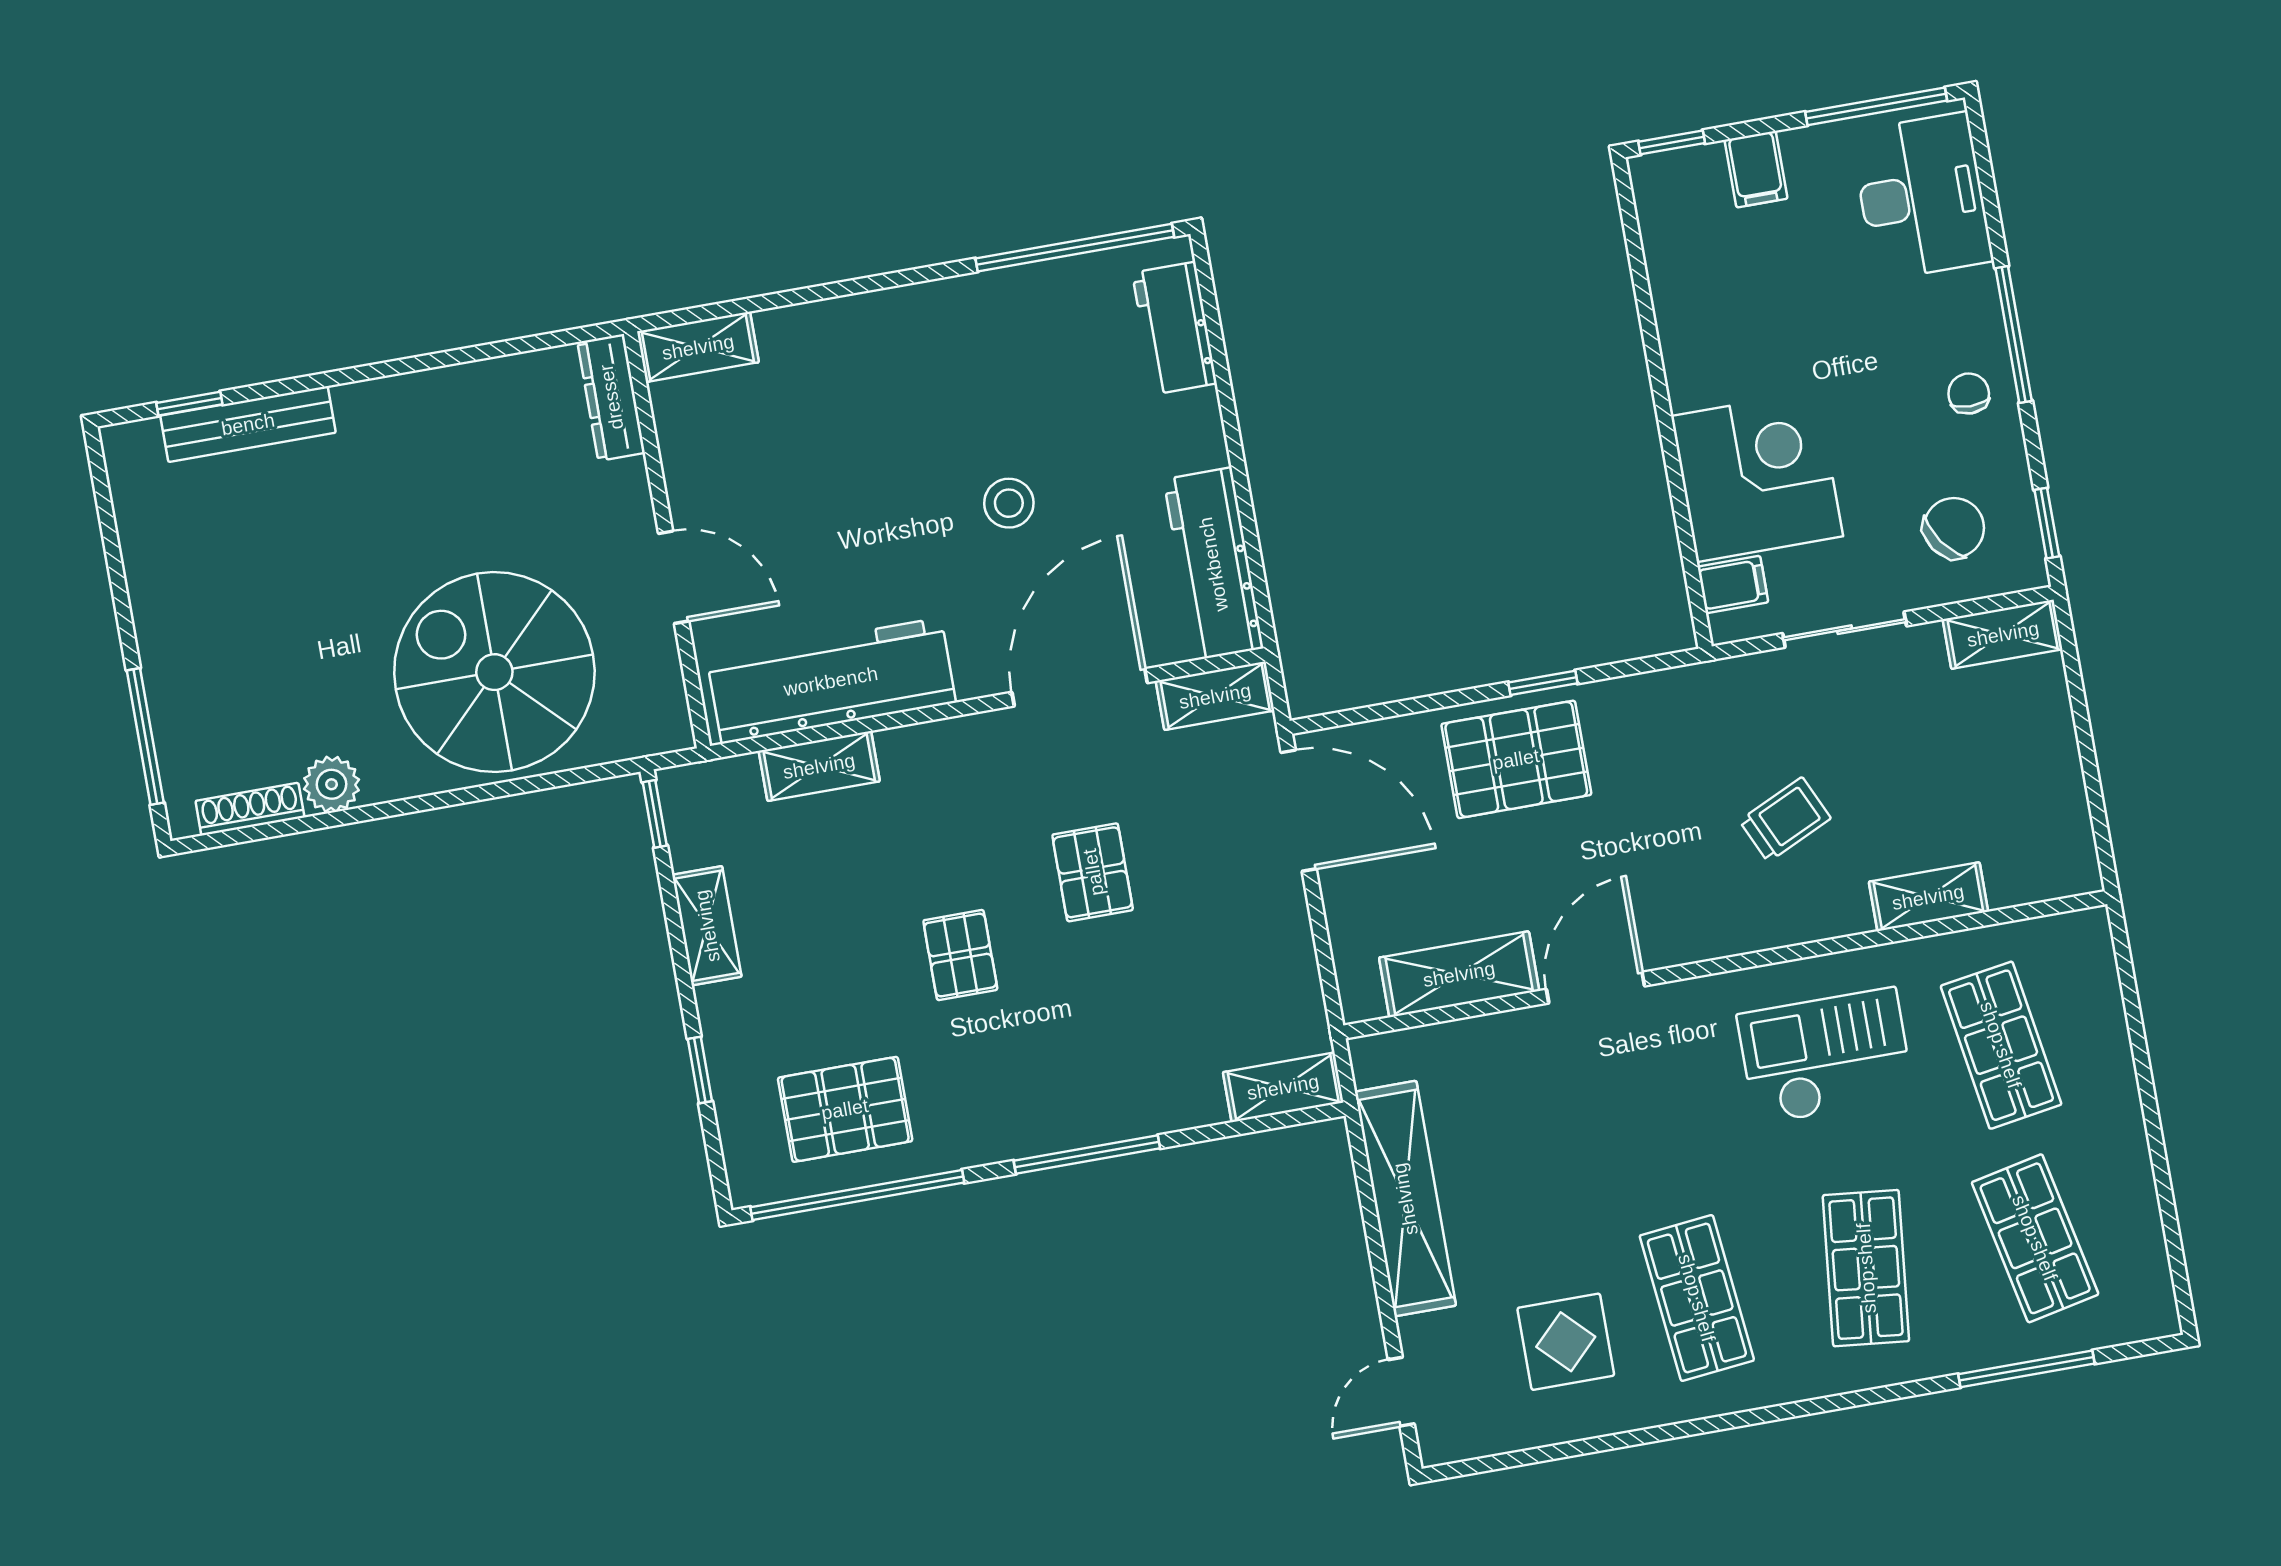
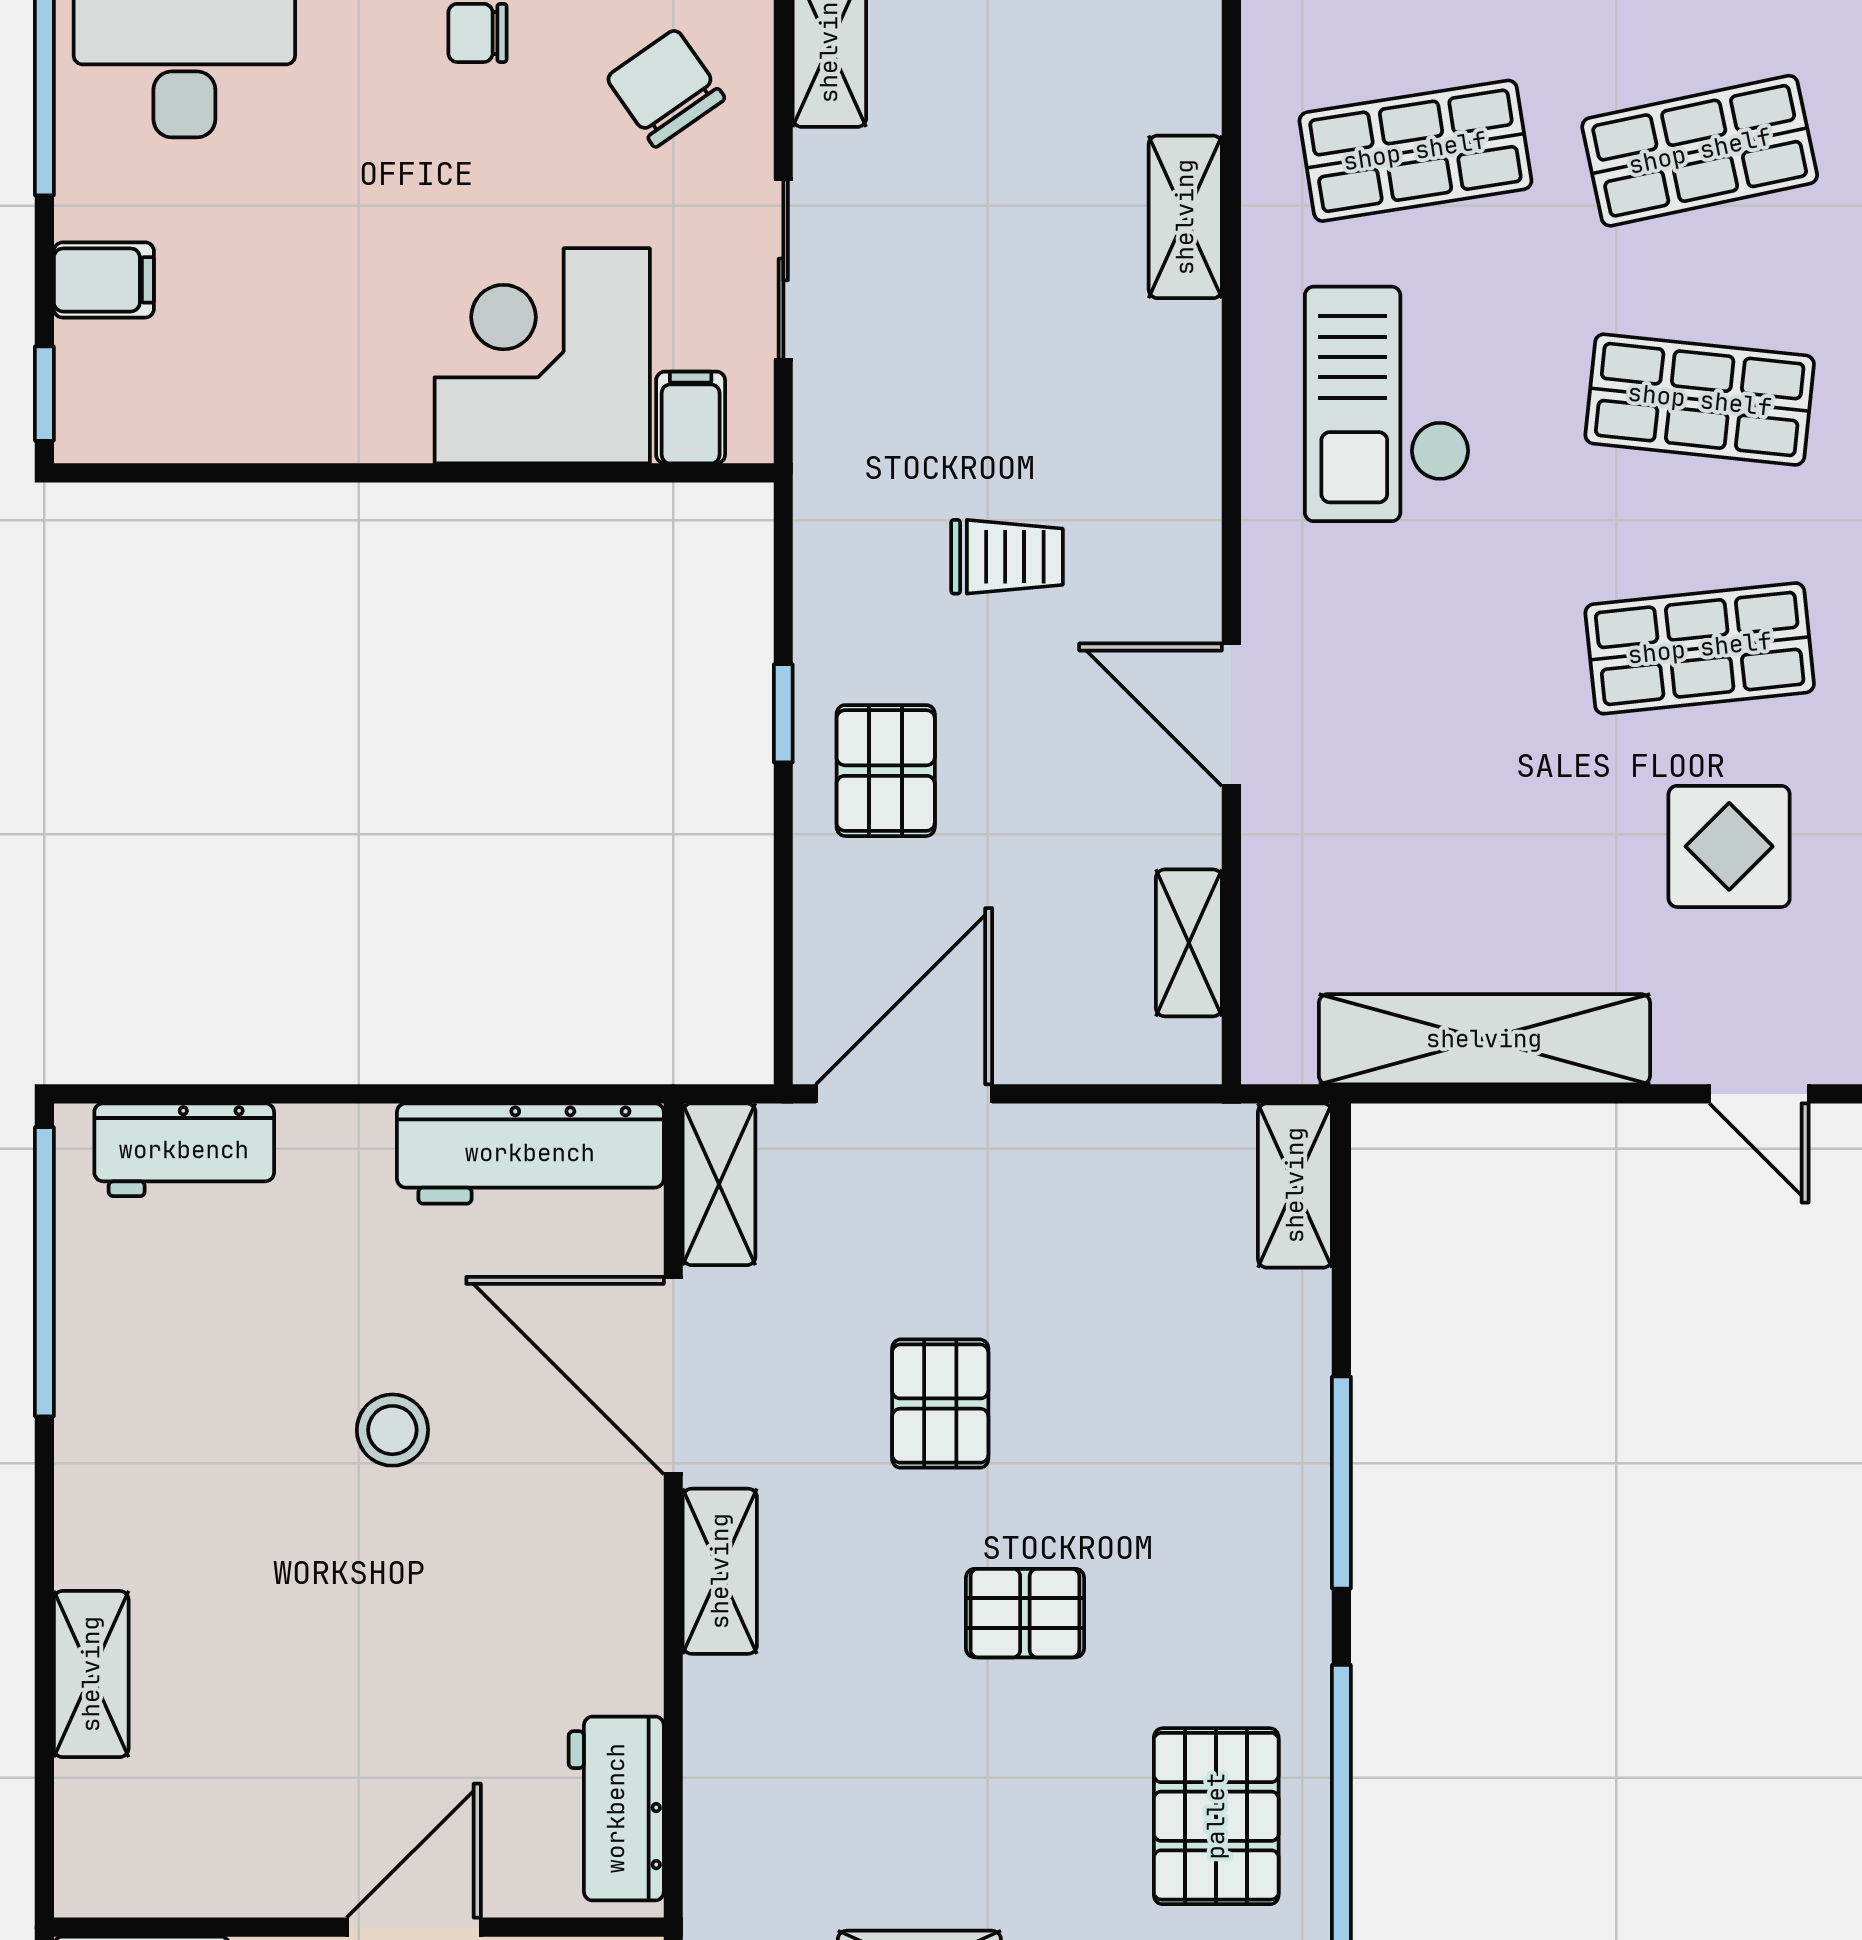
shelving: (698, 347) -> (91, 1674), moved
workbench: (831, 681) -> (616, 1808), width x0.53, depth x0.76
pallet: (1516, 759) -> (886, 771), width x0.67, depth x0.71
shelving: (819, 766) -> (720, 1571), moved
trolley: (1785, 820) -> (1007, 557), moved, turned 115
pallet: (1093, 872) -> (940, 1404), turned 90
shelving: (1459, 974) -> (1189, 943), width x0.67, depth x0.75

